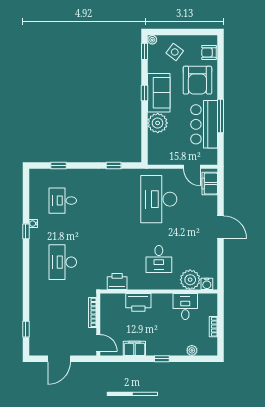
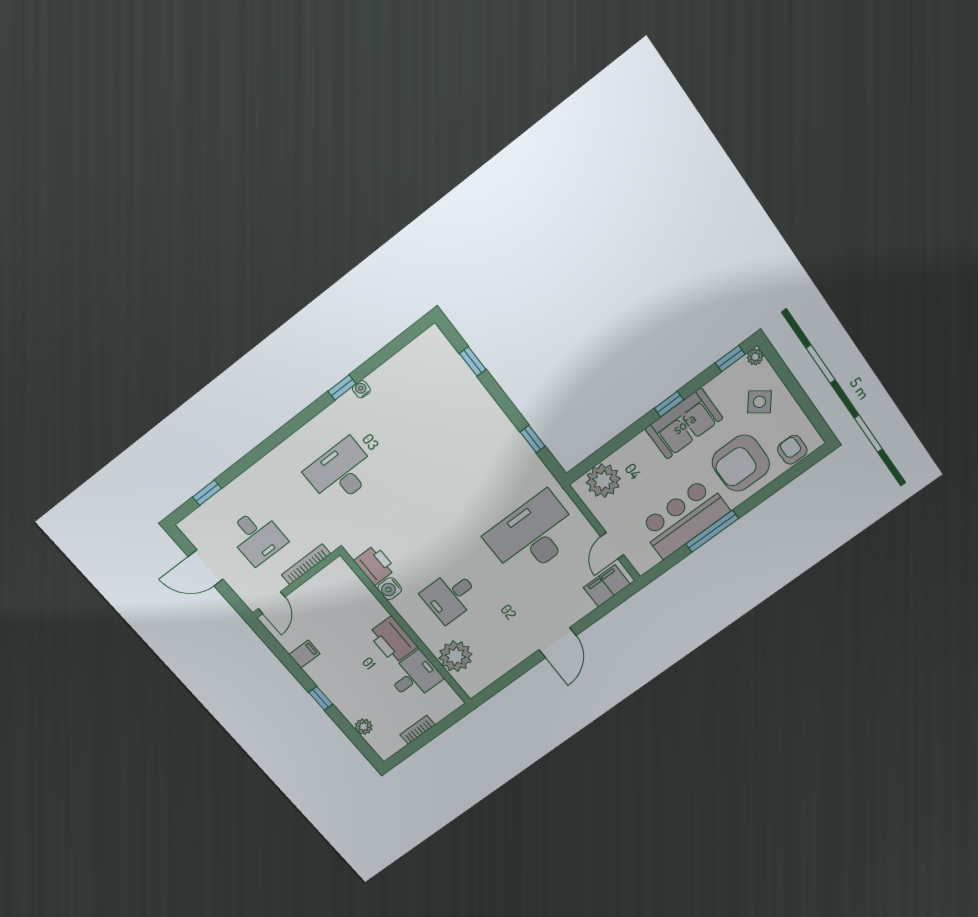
plant: (158, 123) -> (603, 481), moved
desk: (63, 201) -> (257, 537), moved, turned 180
water cooler: (207, 284) -> (390, 589), moved
printer: (138, 302) -> (393, 640), moved
filing cabinet: (134, 348) -> (304, 654), width x0.50

